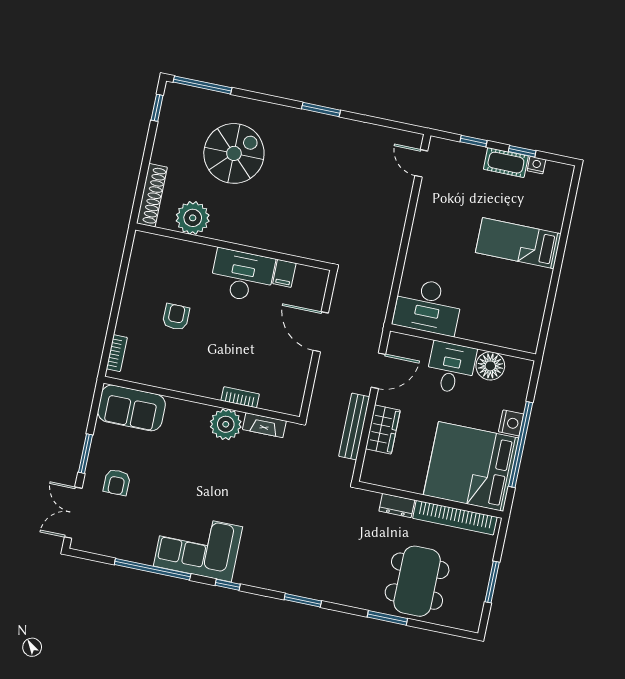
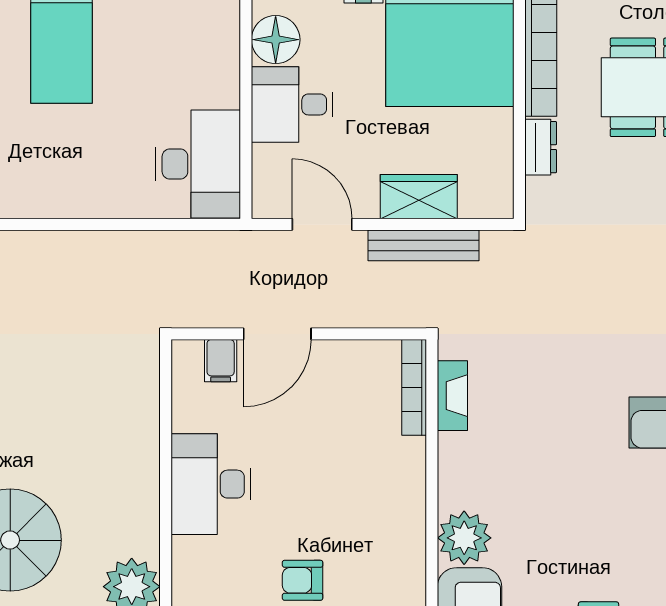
filing cabinet: (284, 273) -> (221, 361), moved, turned 90
bookcase: (240, 397) -> (414, 387), moved, width x1.56
plant: (226, 424) -> (464, 538), moved

